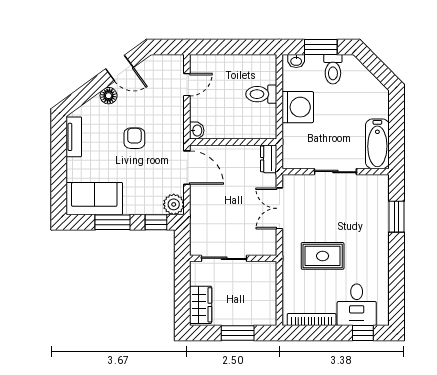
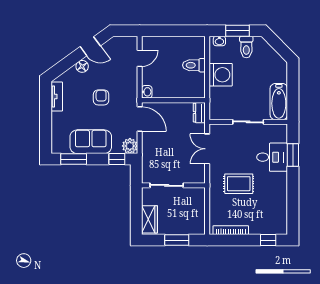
sofa: (94, 199) -> (91, 142), moved
window: (112, 222) -> (74, 159), moved
desk: (357, 305) -> (272, 157), moved, turned -90

